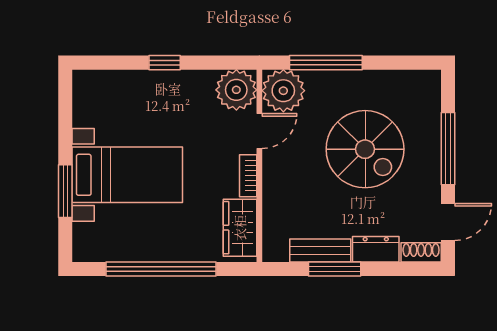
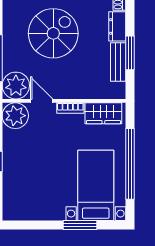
bed with nightstands: (127, 175) -> (96, 185), moved

